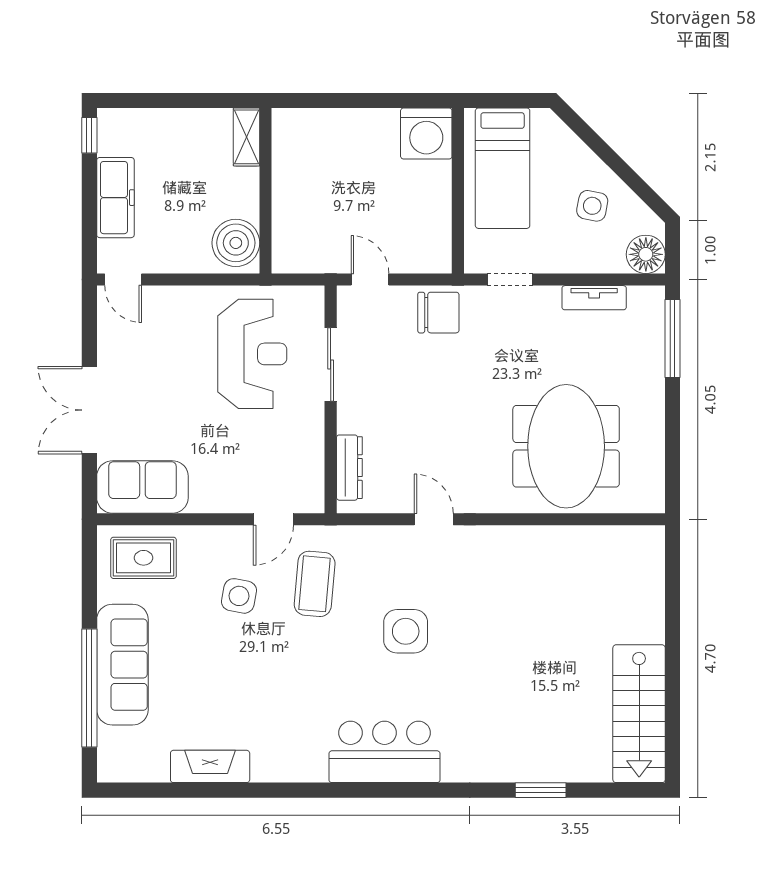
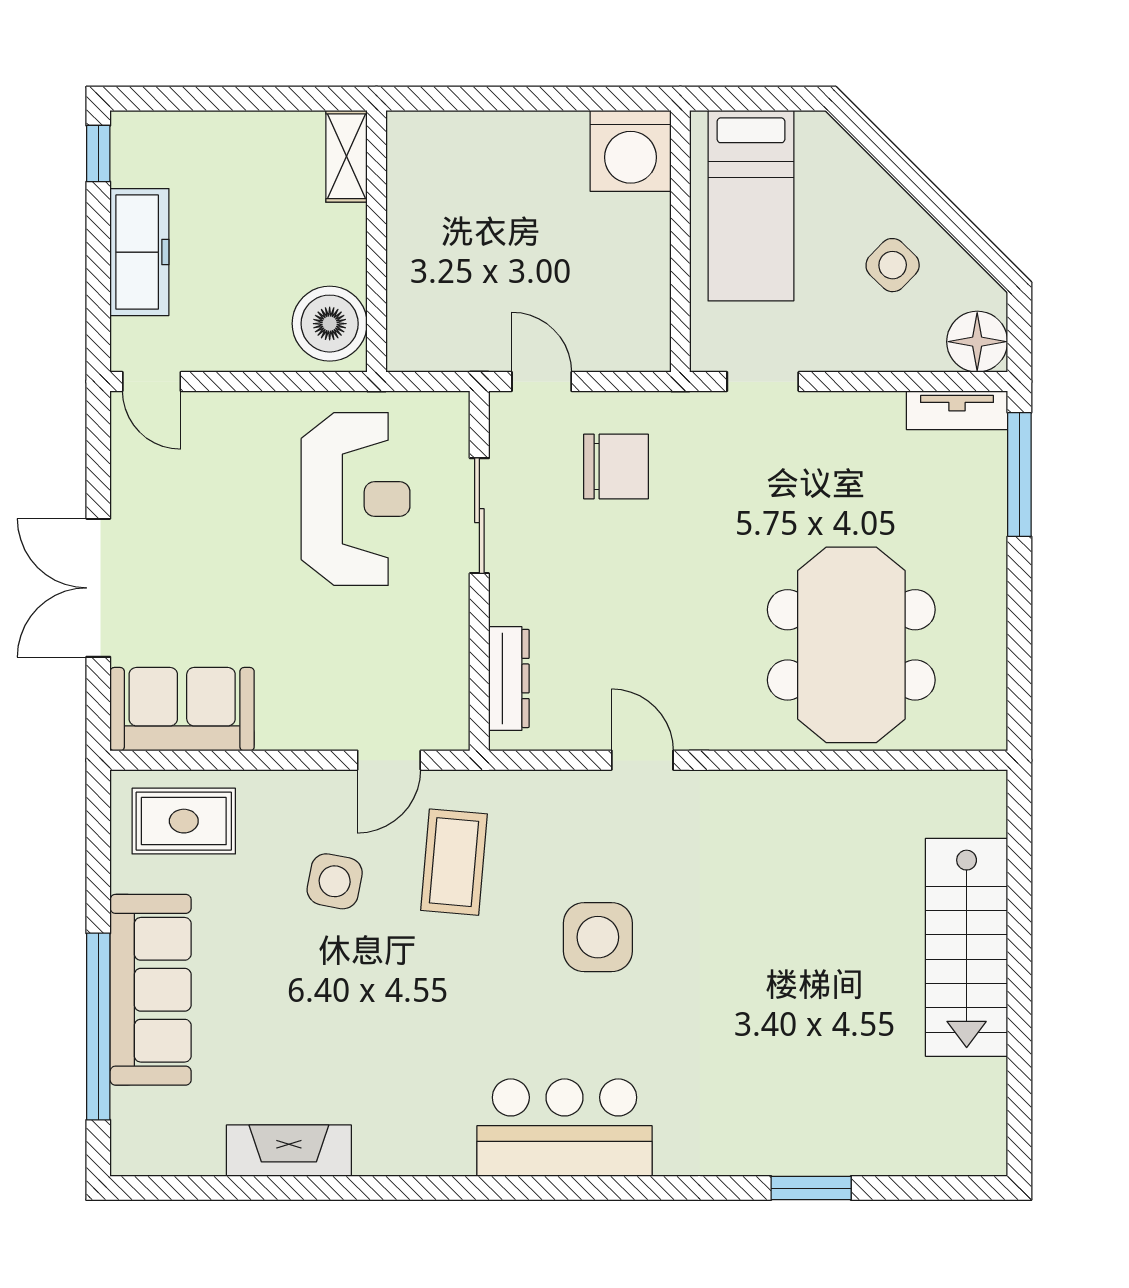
side table: (592, 206) -> (893, 265), turned 33
tv unit: (594, 298) -> (957, 410), moved
chair: (438, 313) -> (616, 467), moved
stairs: (639, 714) -> (967, 947), moved

